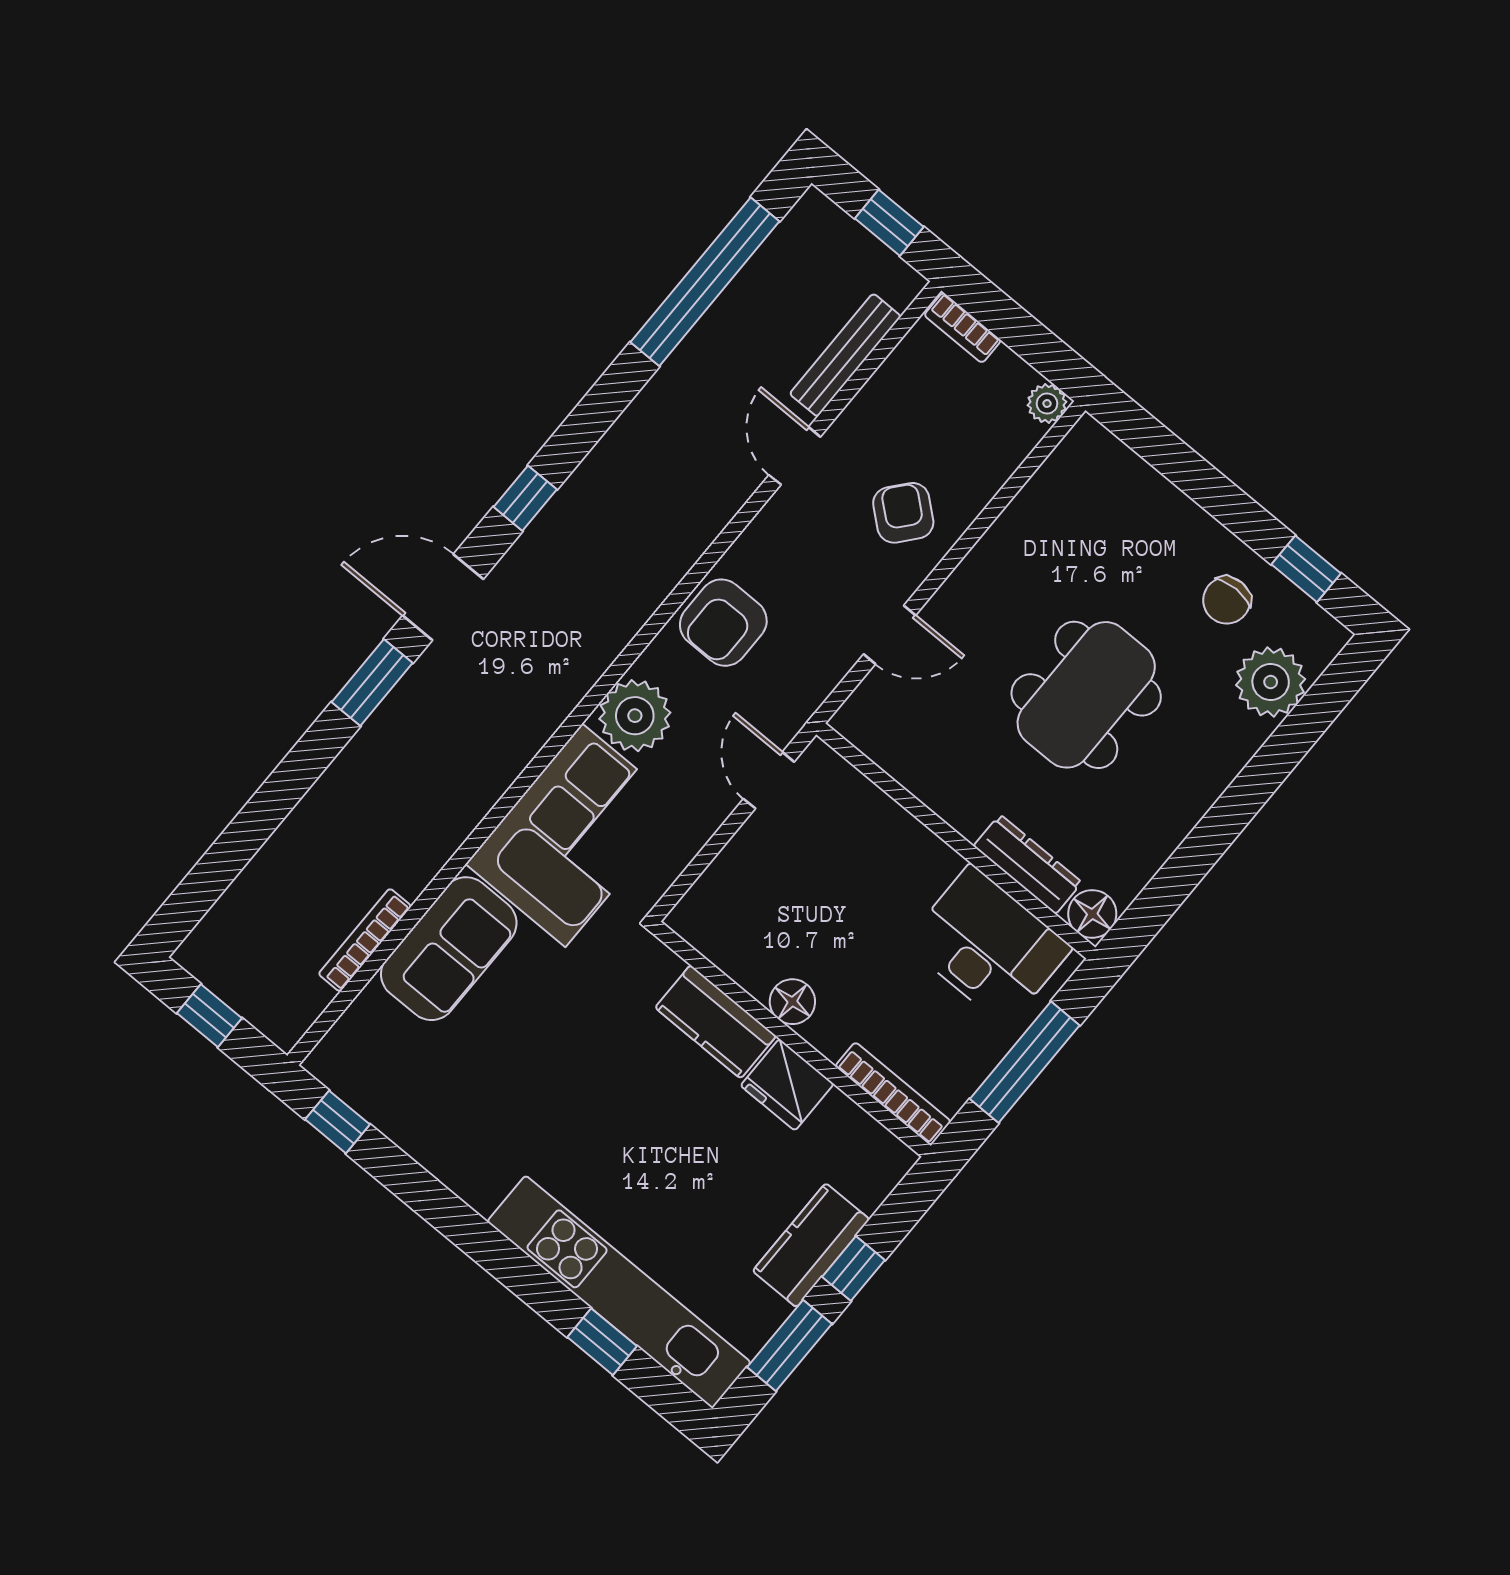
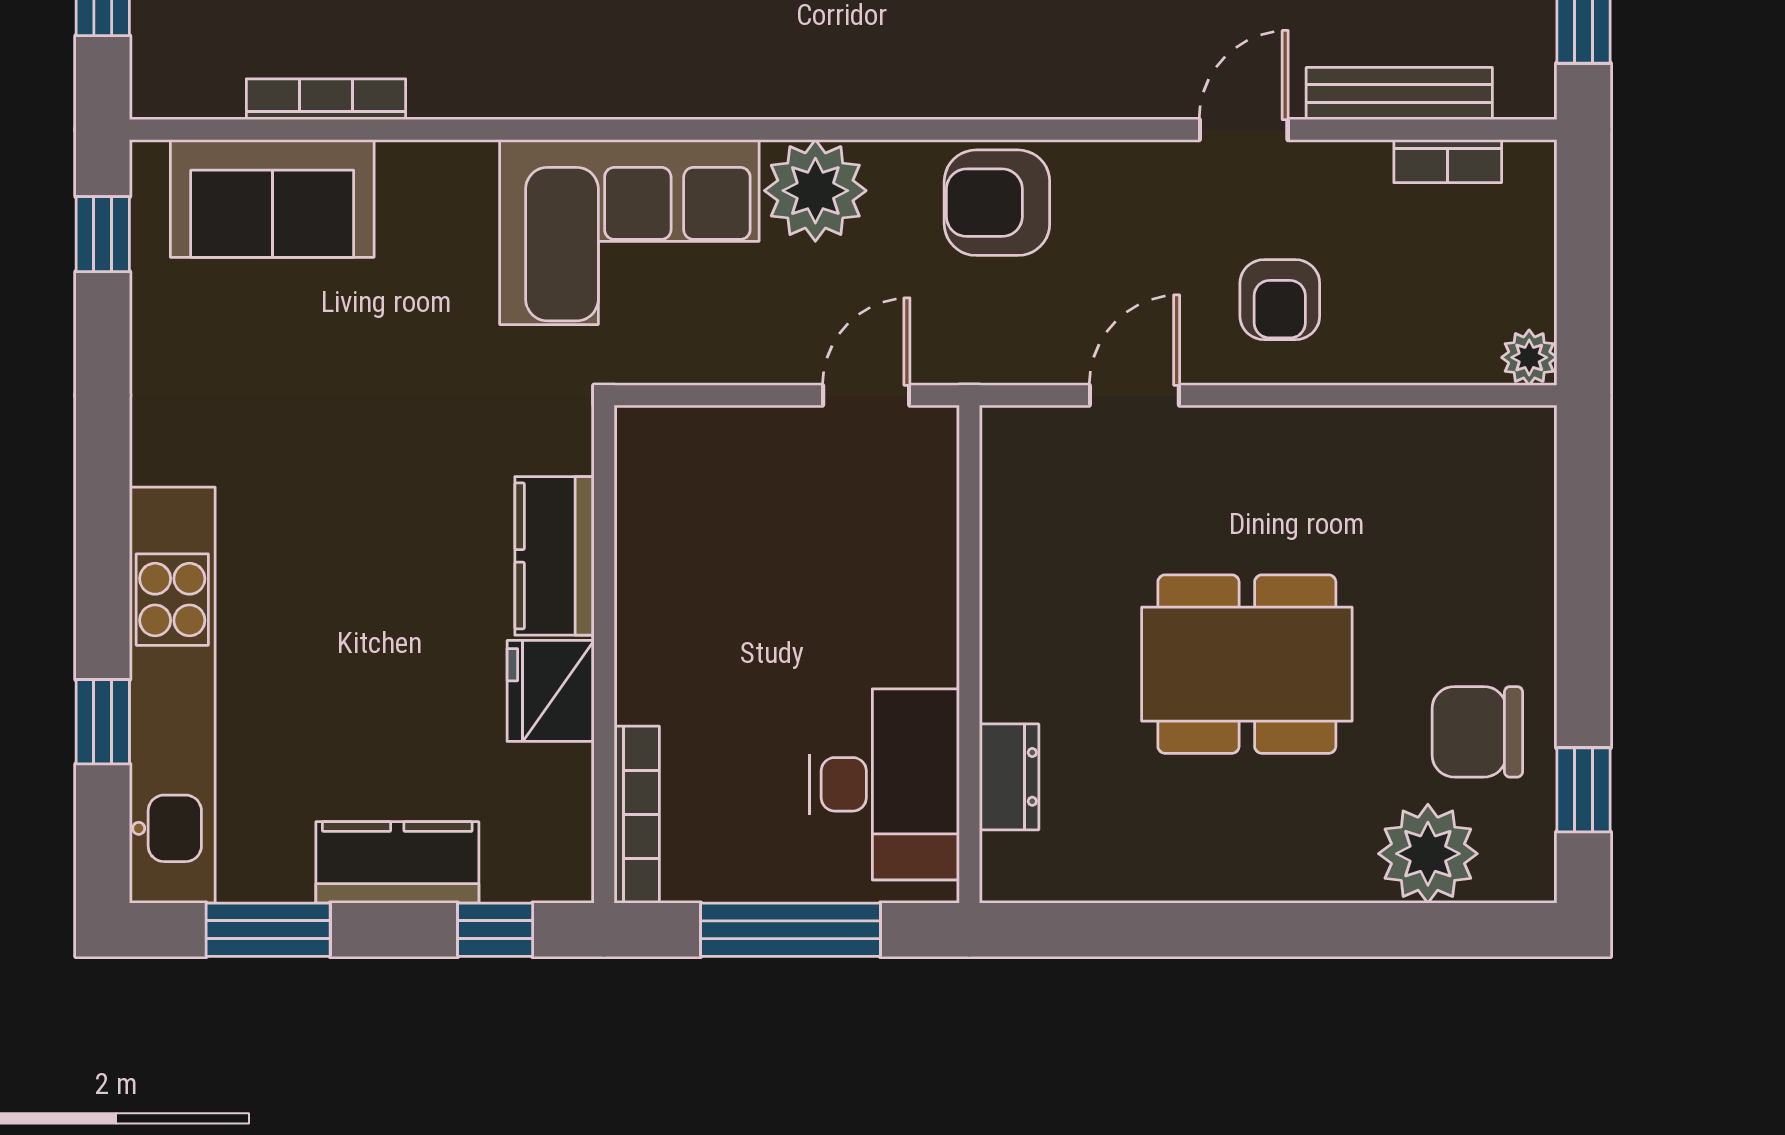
bookcase: (963, 328) -> (1448, 161), moved, turned -90
armchair: (903, 513) -> (1280, 300), turned 140
chair: (1227, 600) -> (1477, 732), width x1.37, depth x1.37
door: (890, 635) -> (1134, 395), swing flipped
dresser: (1028, 864) -> (1009, 777), width x0.70
floor lamp: (1092, 914) -> (1013, 869), removed
sofa: (449, 949) -> (272, 198), moved
floor lamp: (792, 1002) -> (646, 621), removed
window: (853, 1268) -> (495, 930), moved

